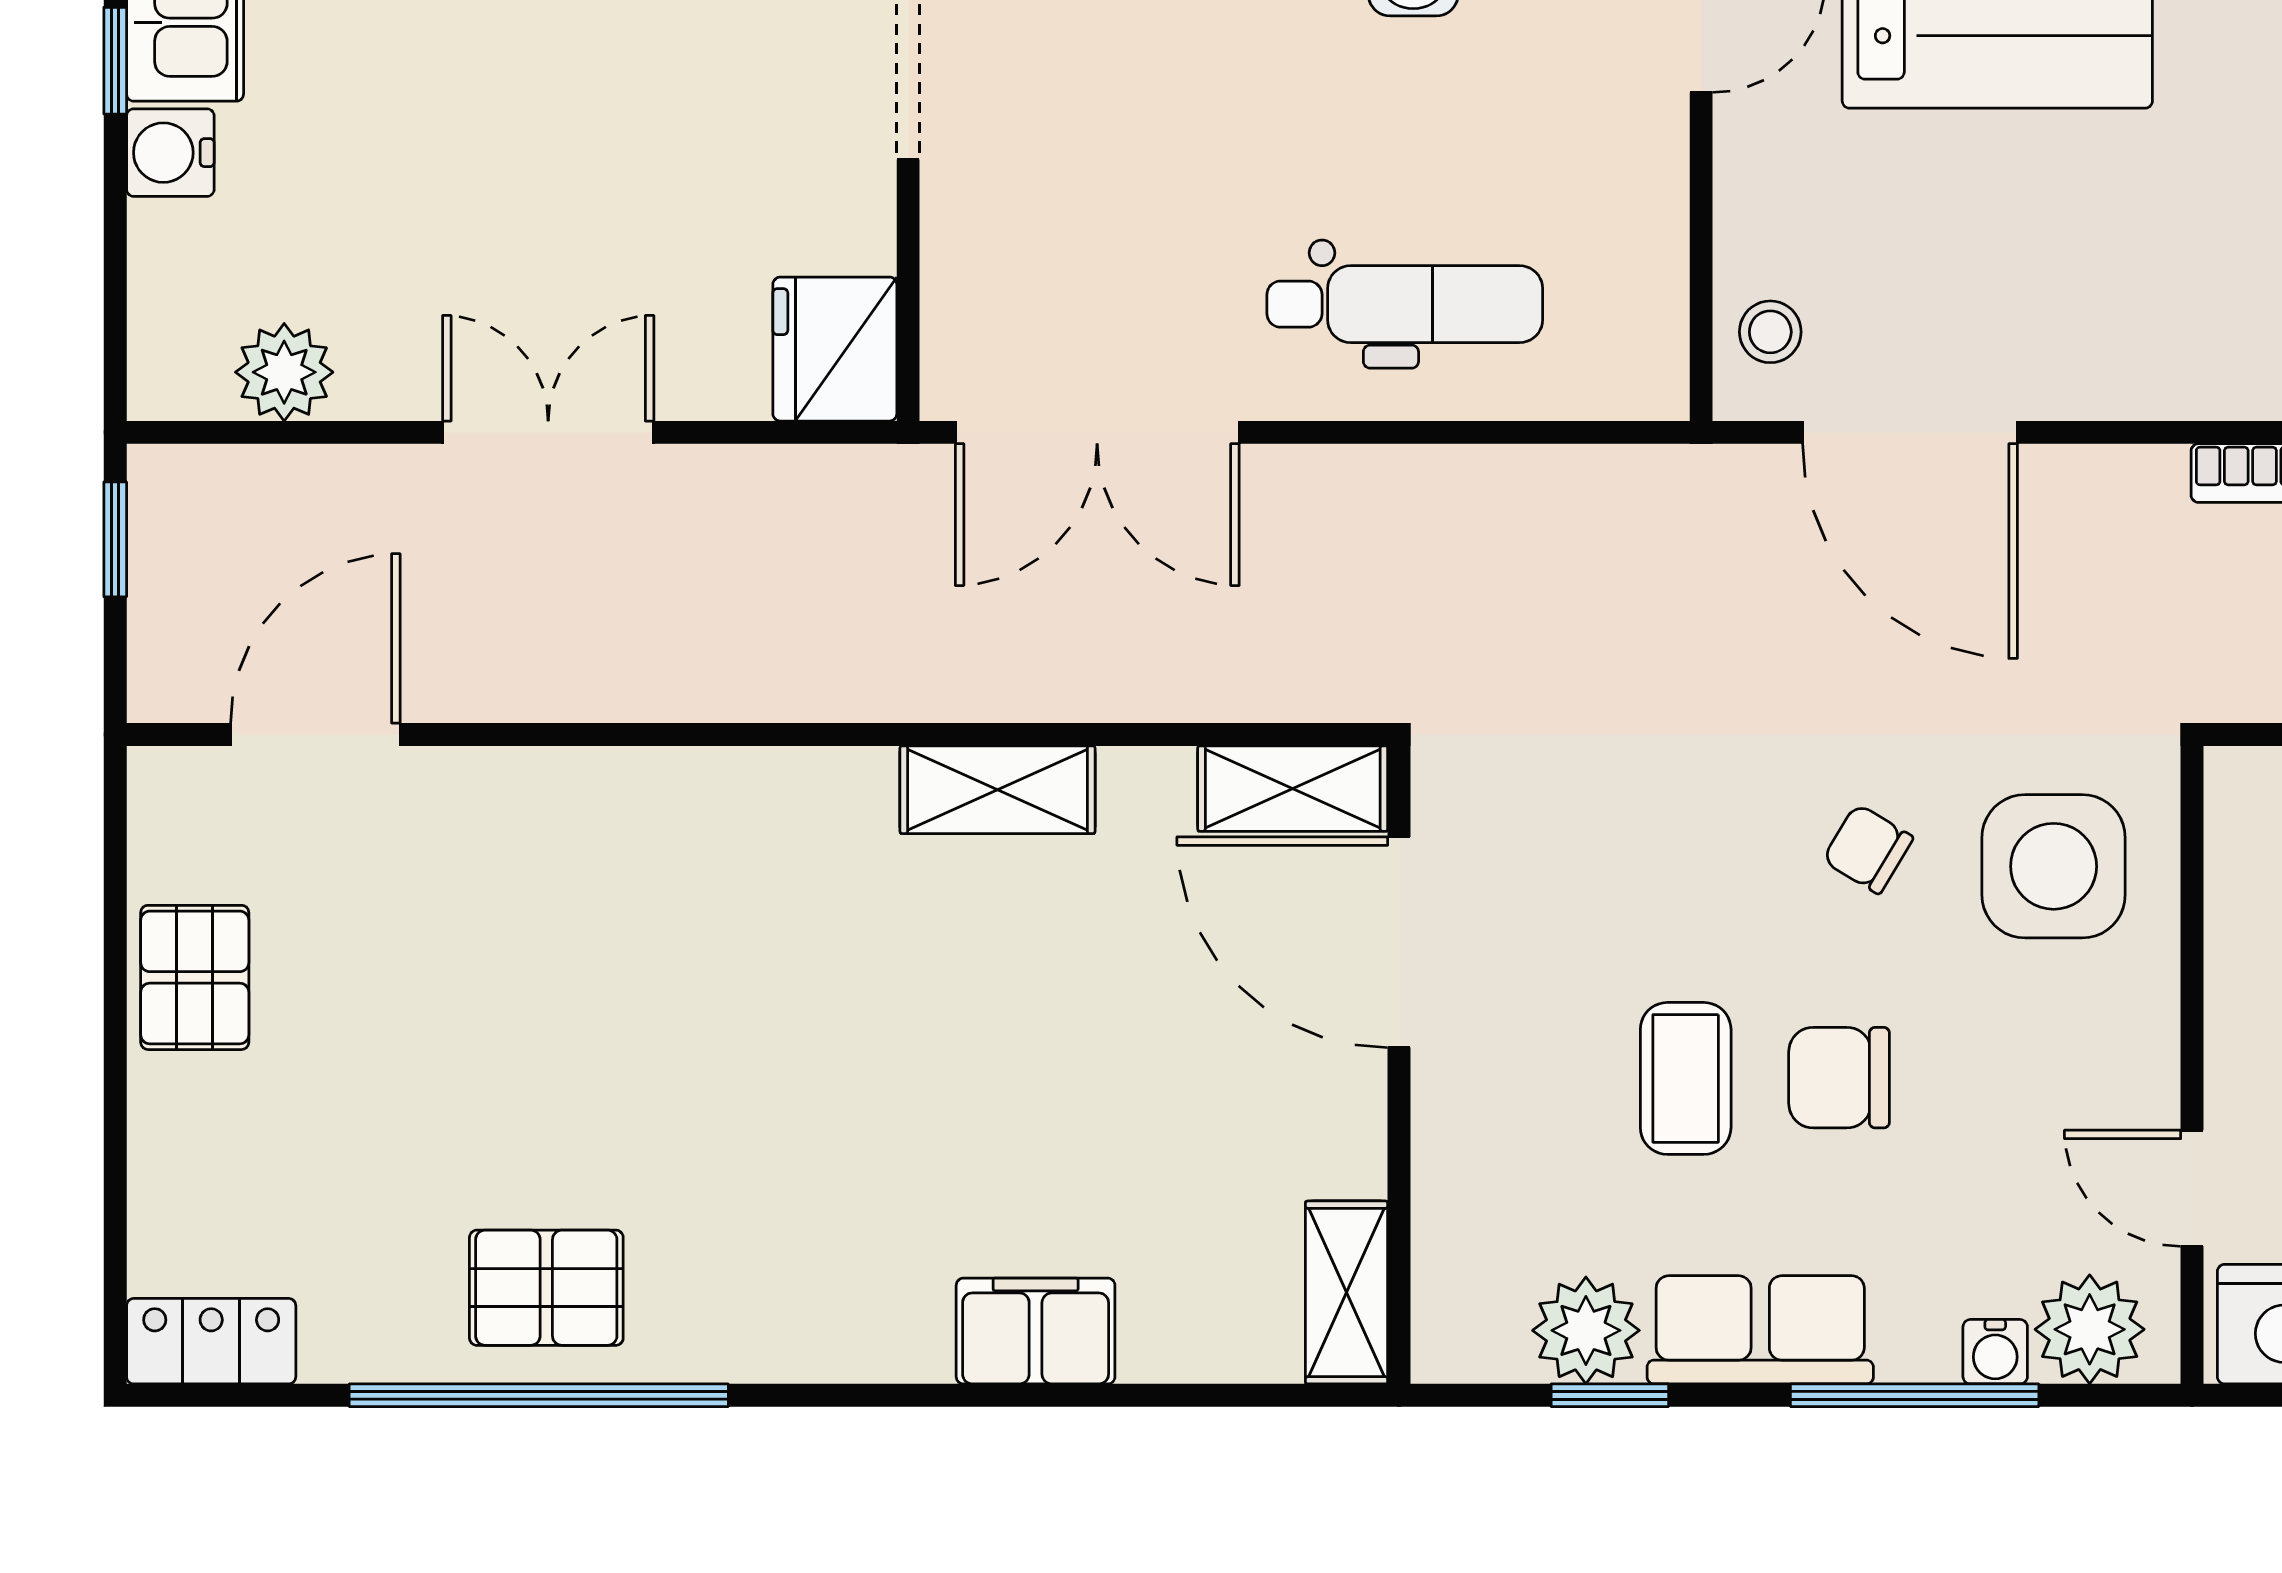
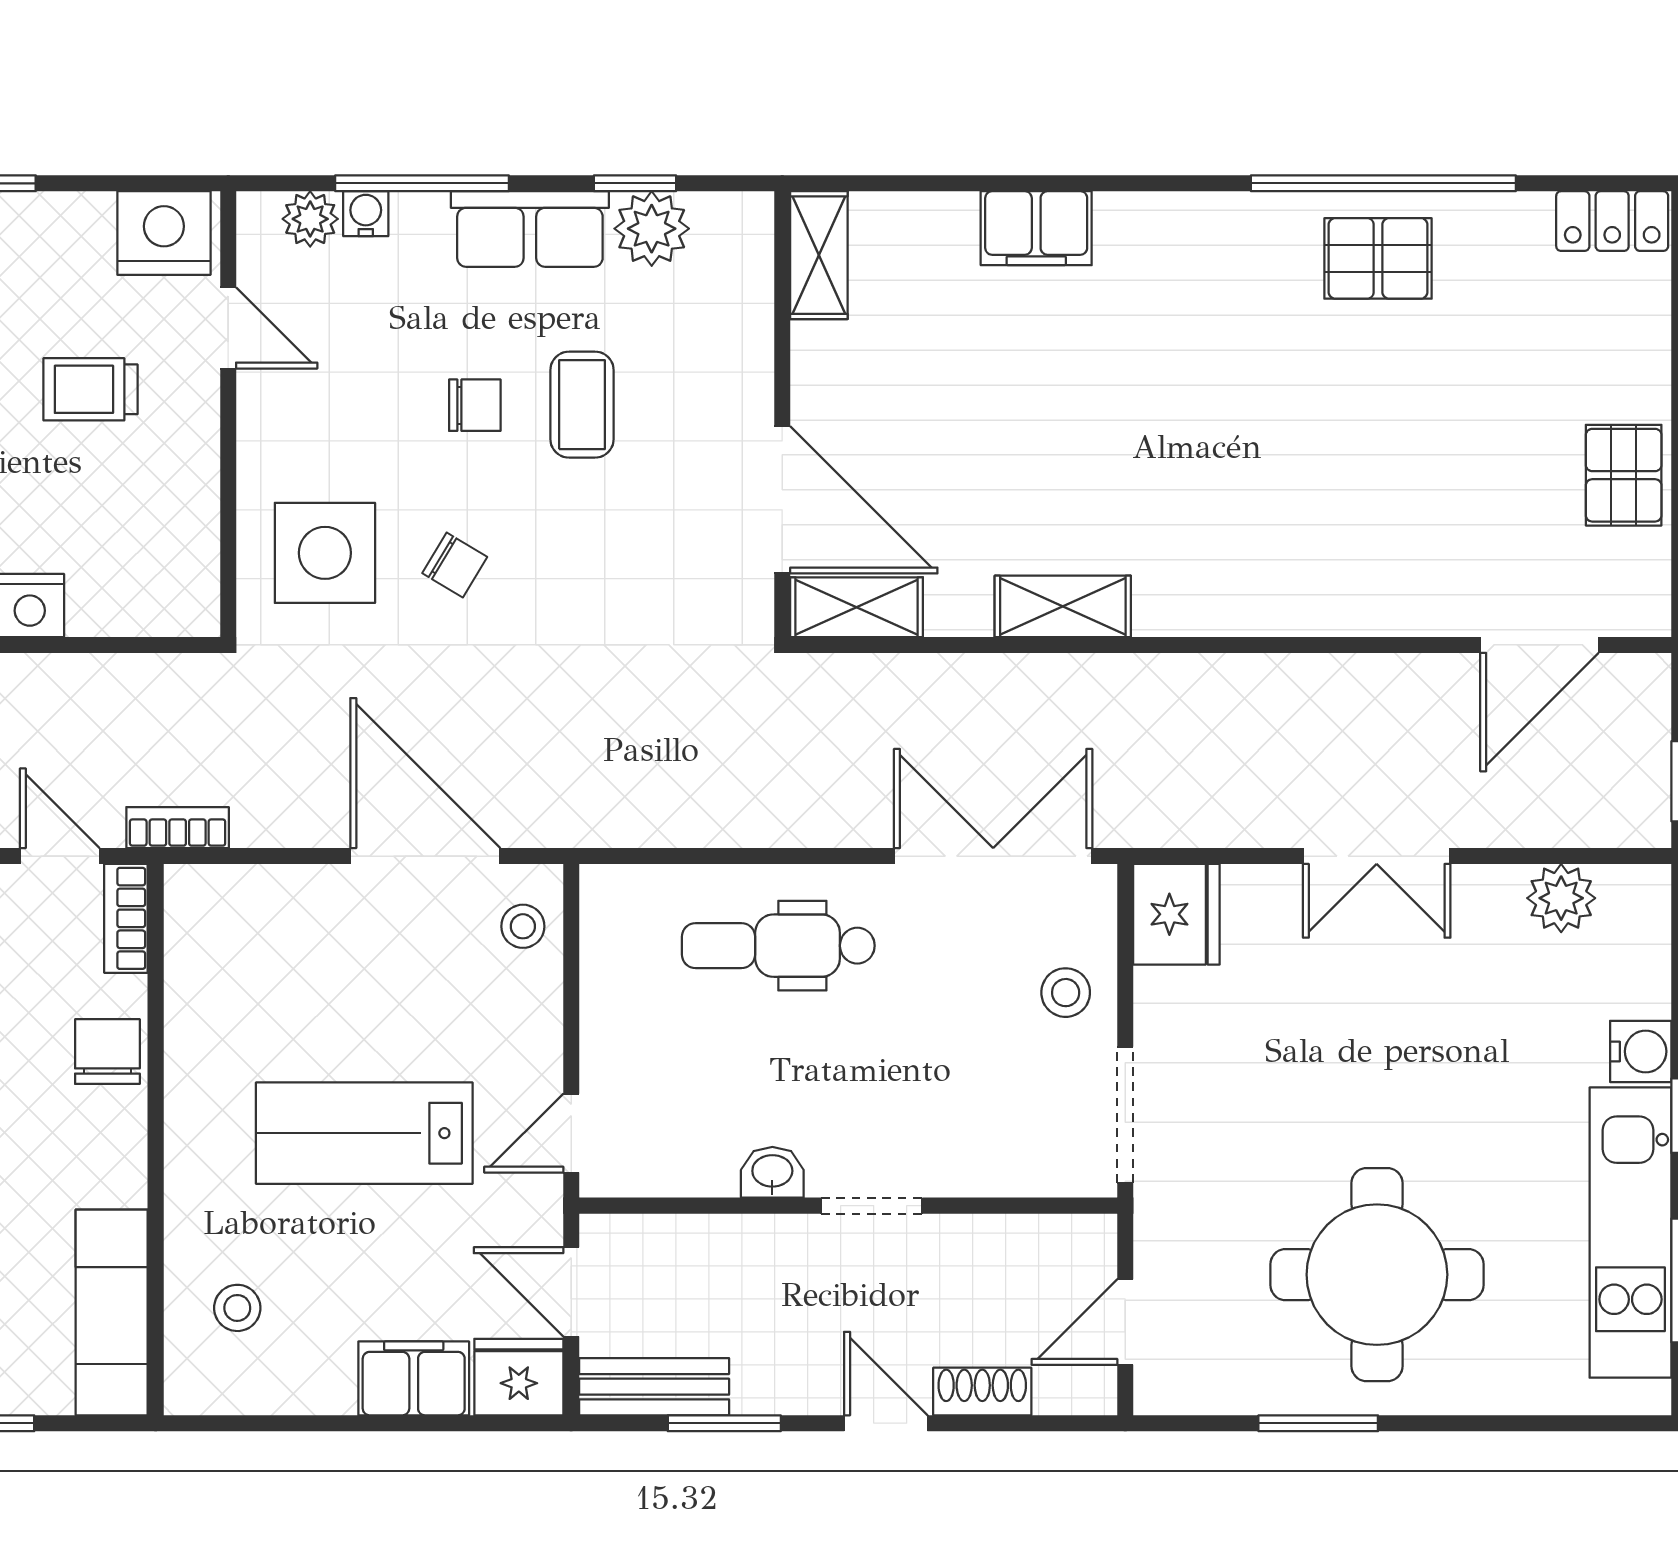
stool: (993, 237) -> (1066, 993), added
chair: (1839, 1078) -> (475, 405), width x0.73, depth x0.73
plant: (2090, 1329) -> (310, 219), width x0.73, depth x0.73

